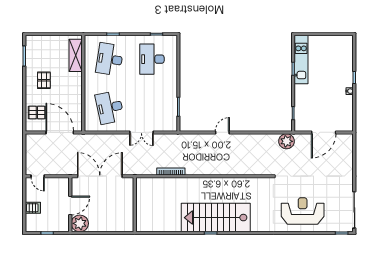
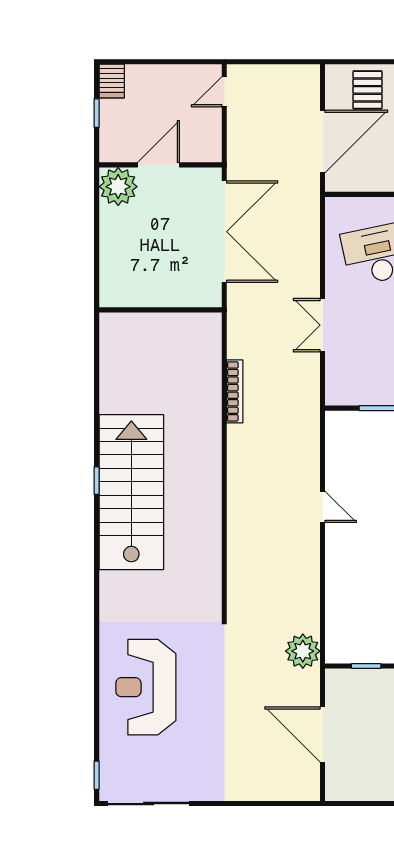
door: (70, 205) -> (159, 165), swing flipped
server rack: (33, 208) -> (112, 81), moved
reception desk: (303, 211) -> (146, 687), turned 180

